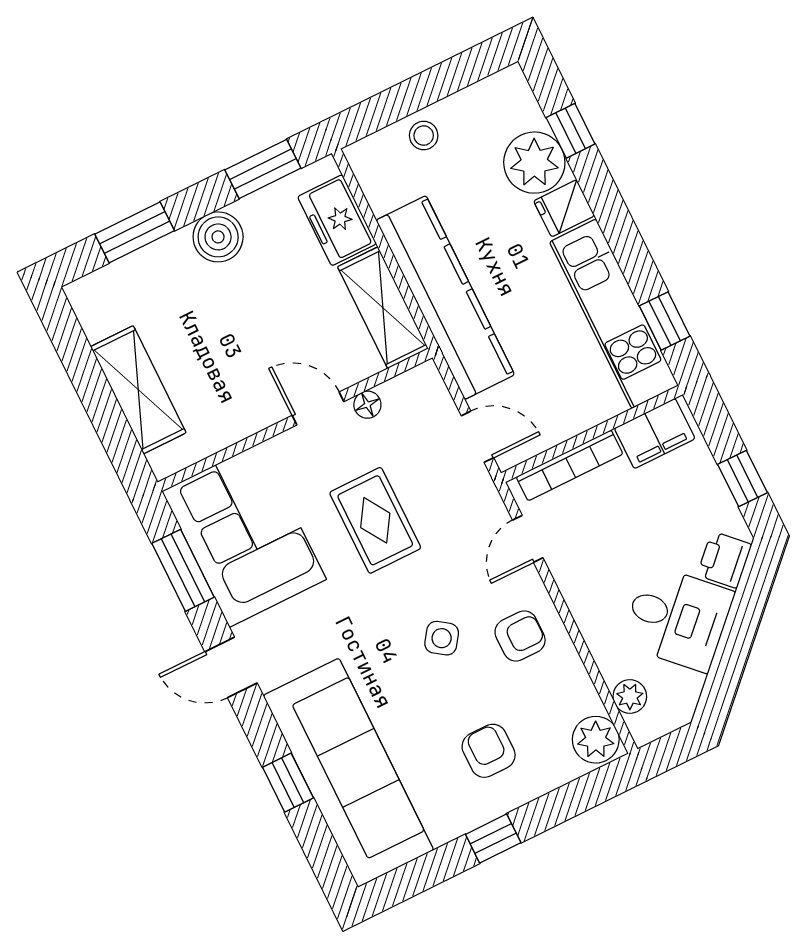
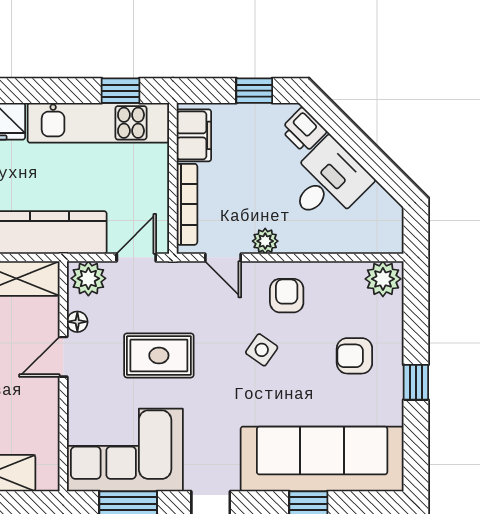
plant: (425, 393) -> (88, 278), added
plant: (630, 696) -> (265, 241), moved

